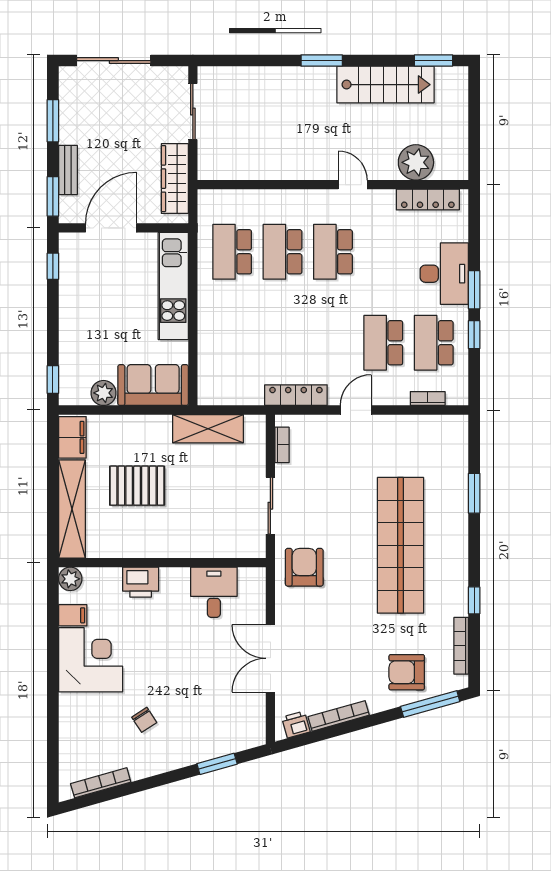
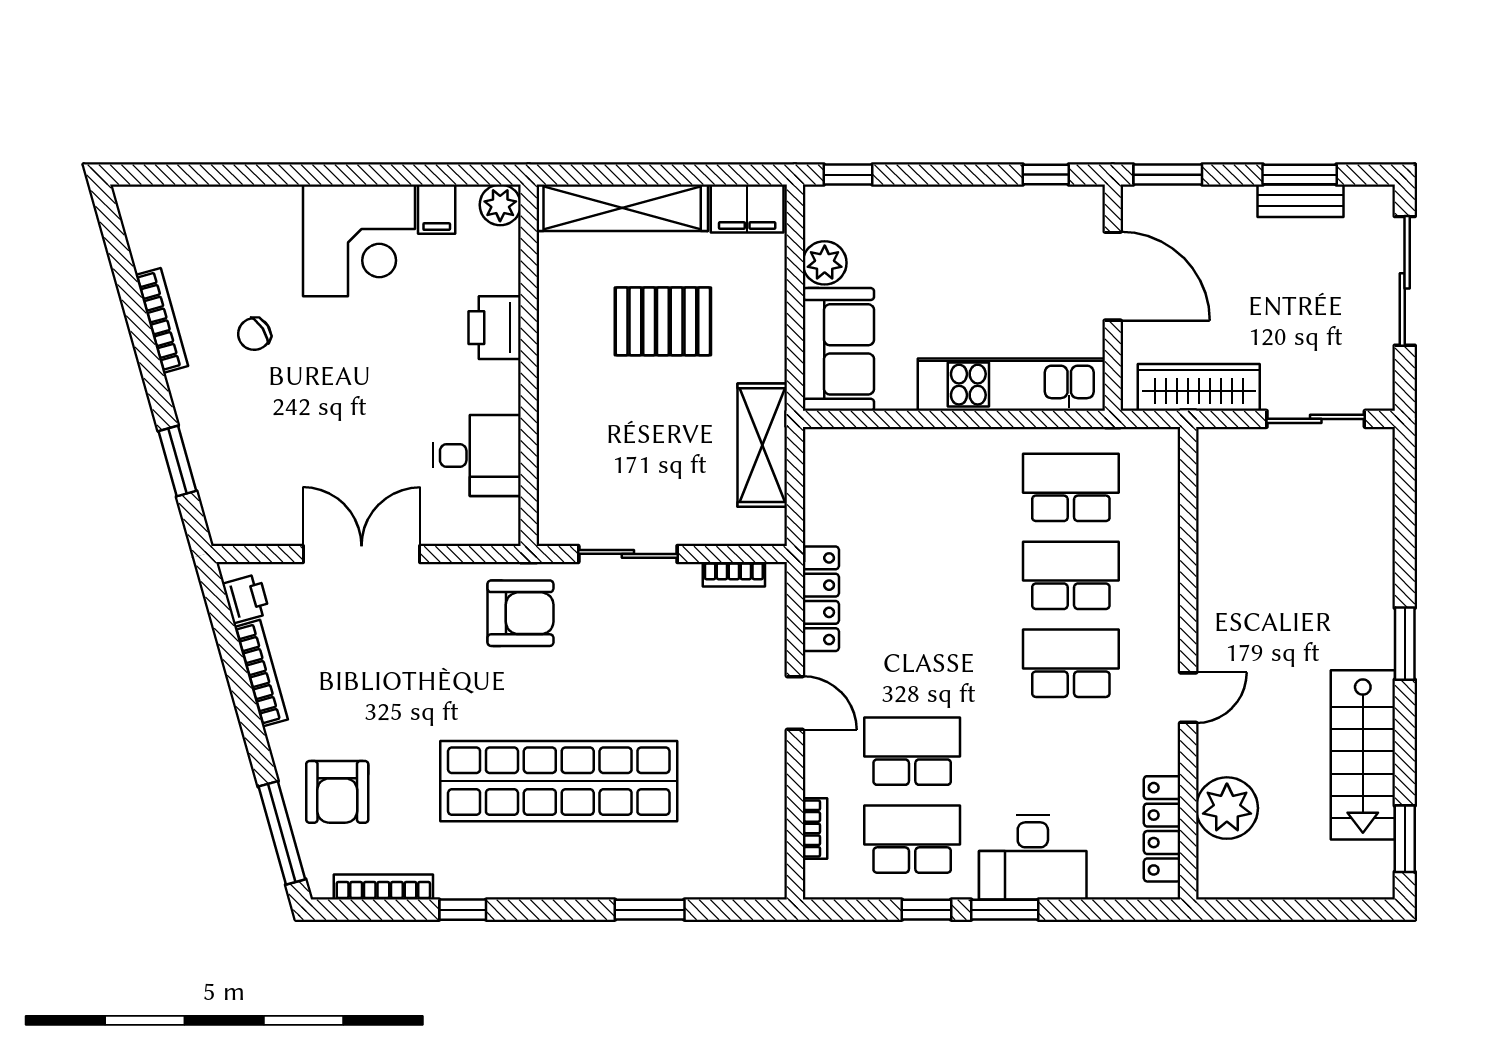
bench: (68, 170) -> (1300, 201), moved
pallet: (137, 486) -> (663, 321), turned 90
armchair: (407, 672) -> (337, 792), turned 180
bookcase: (101, 783) -> (162, 320), moved

